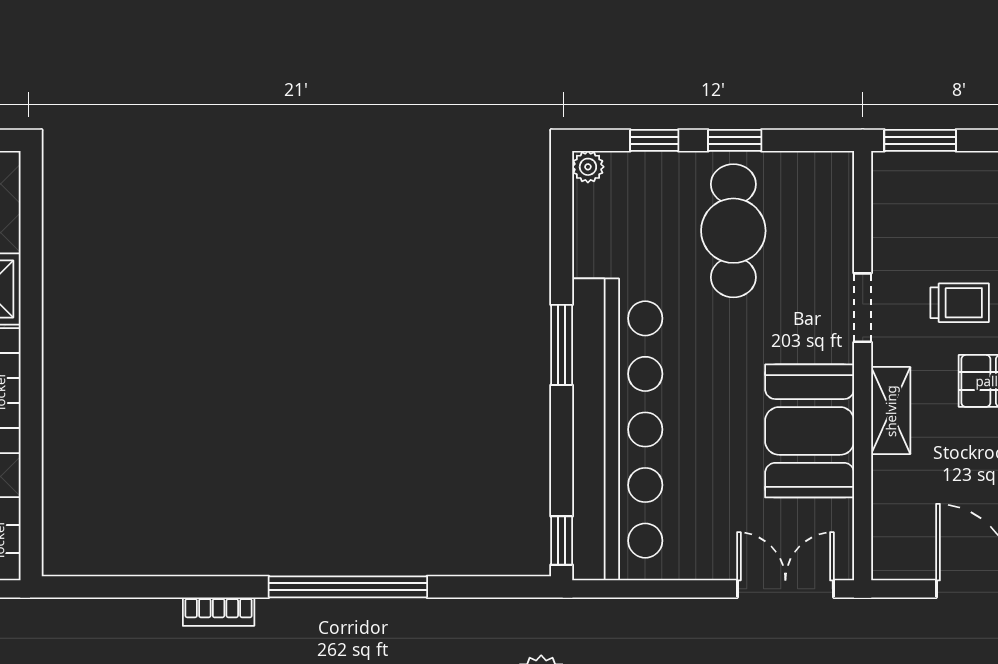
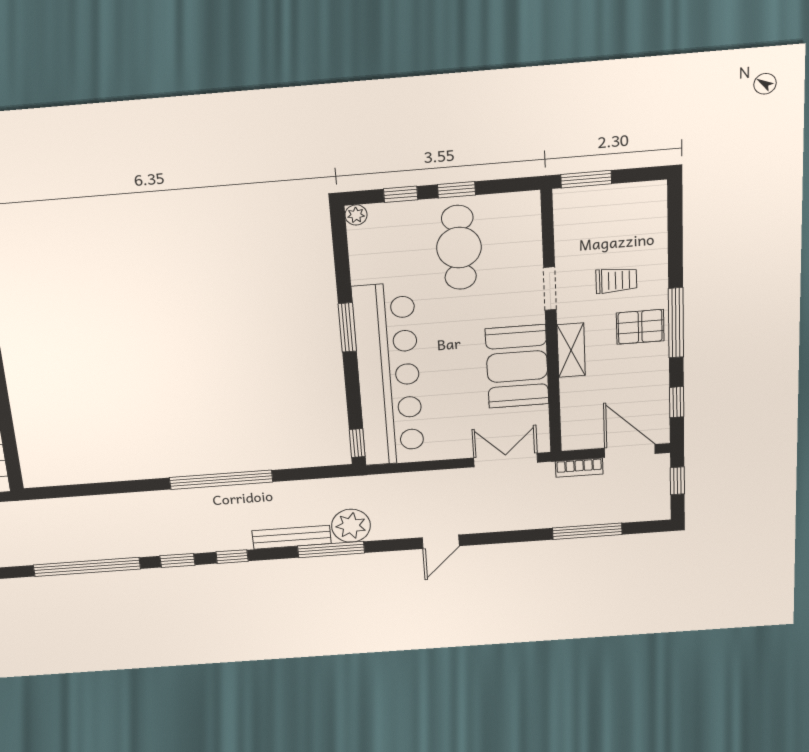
bookcase: (219, 612) -> (579, 468), moved

